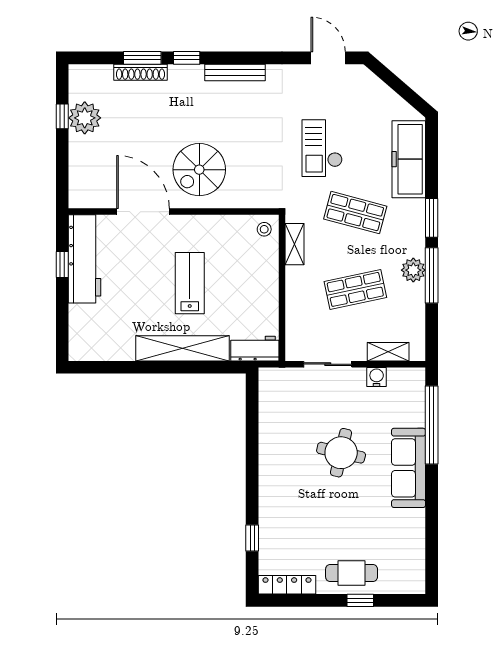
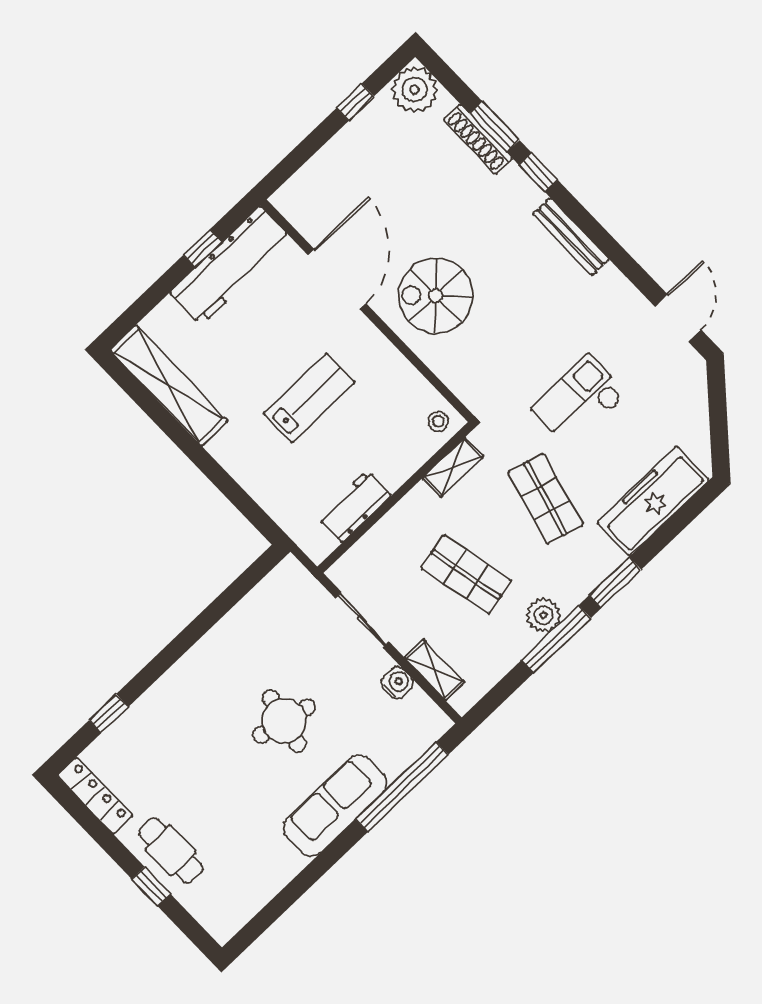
plant: (85, 118) -> (415, 90), moved
shelving: (182, 348) -> (169, 386), moved
workbench: (255, 349) -> (354, 506), moved, turned -90

